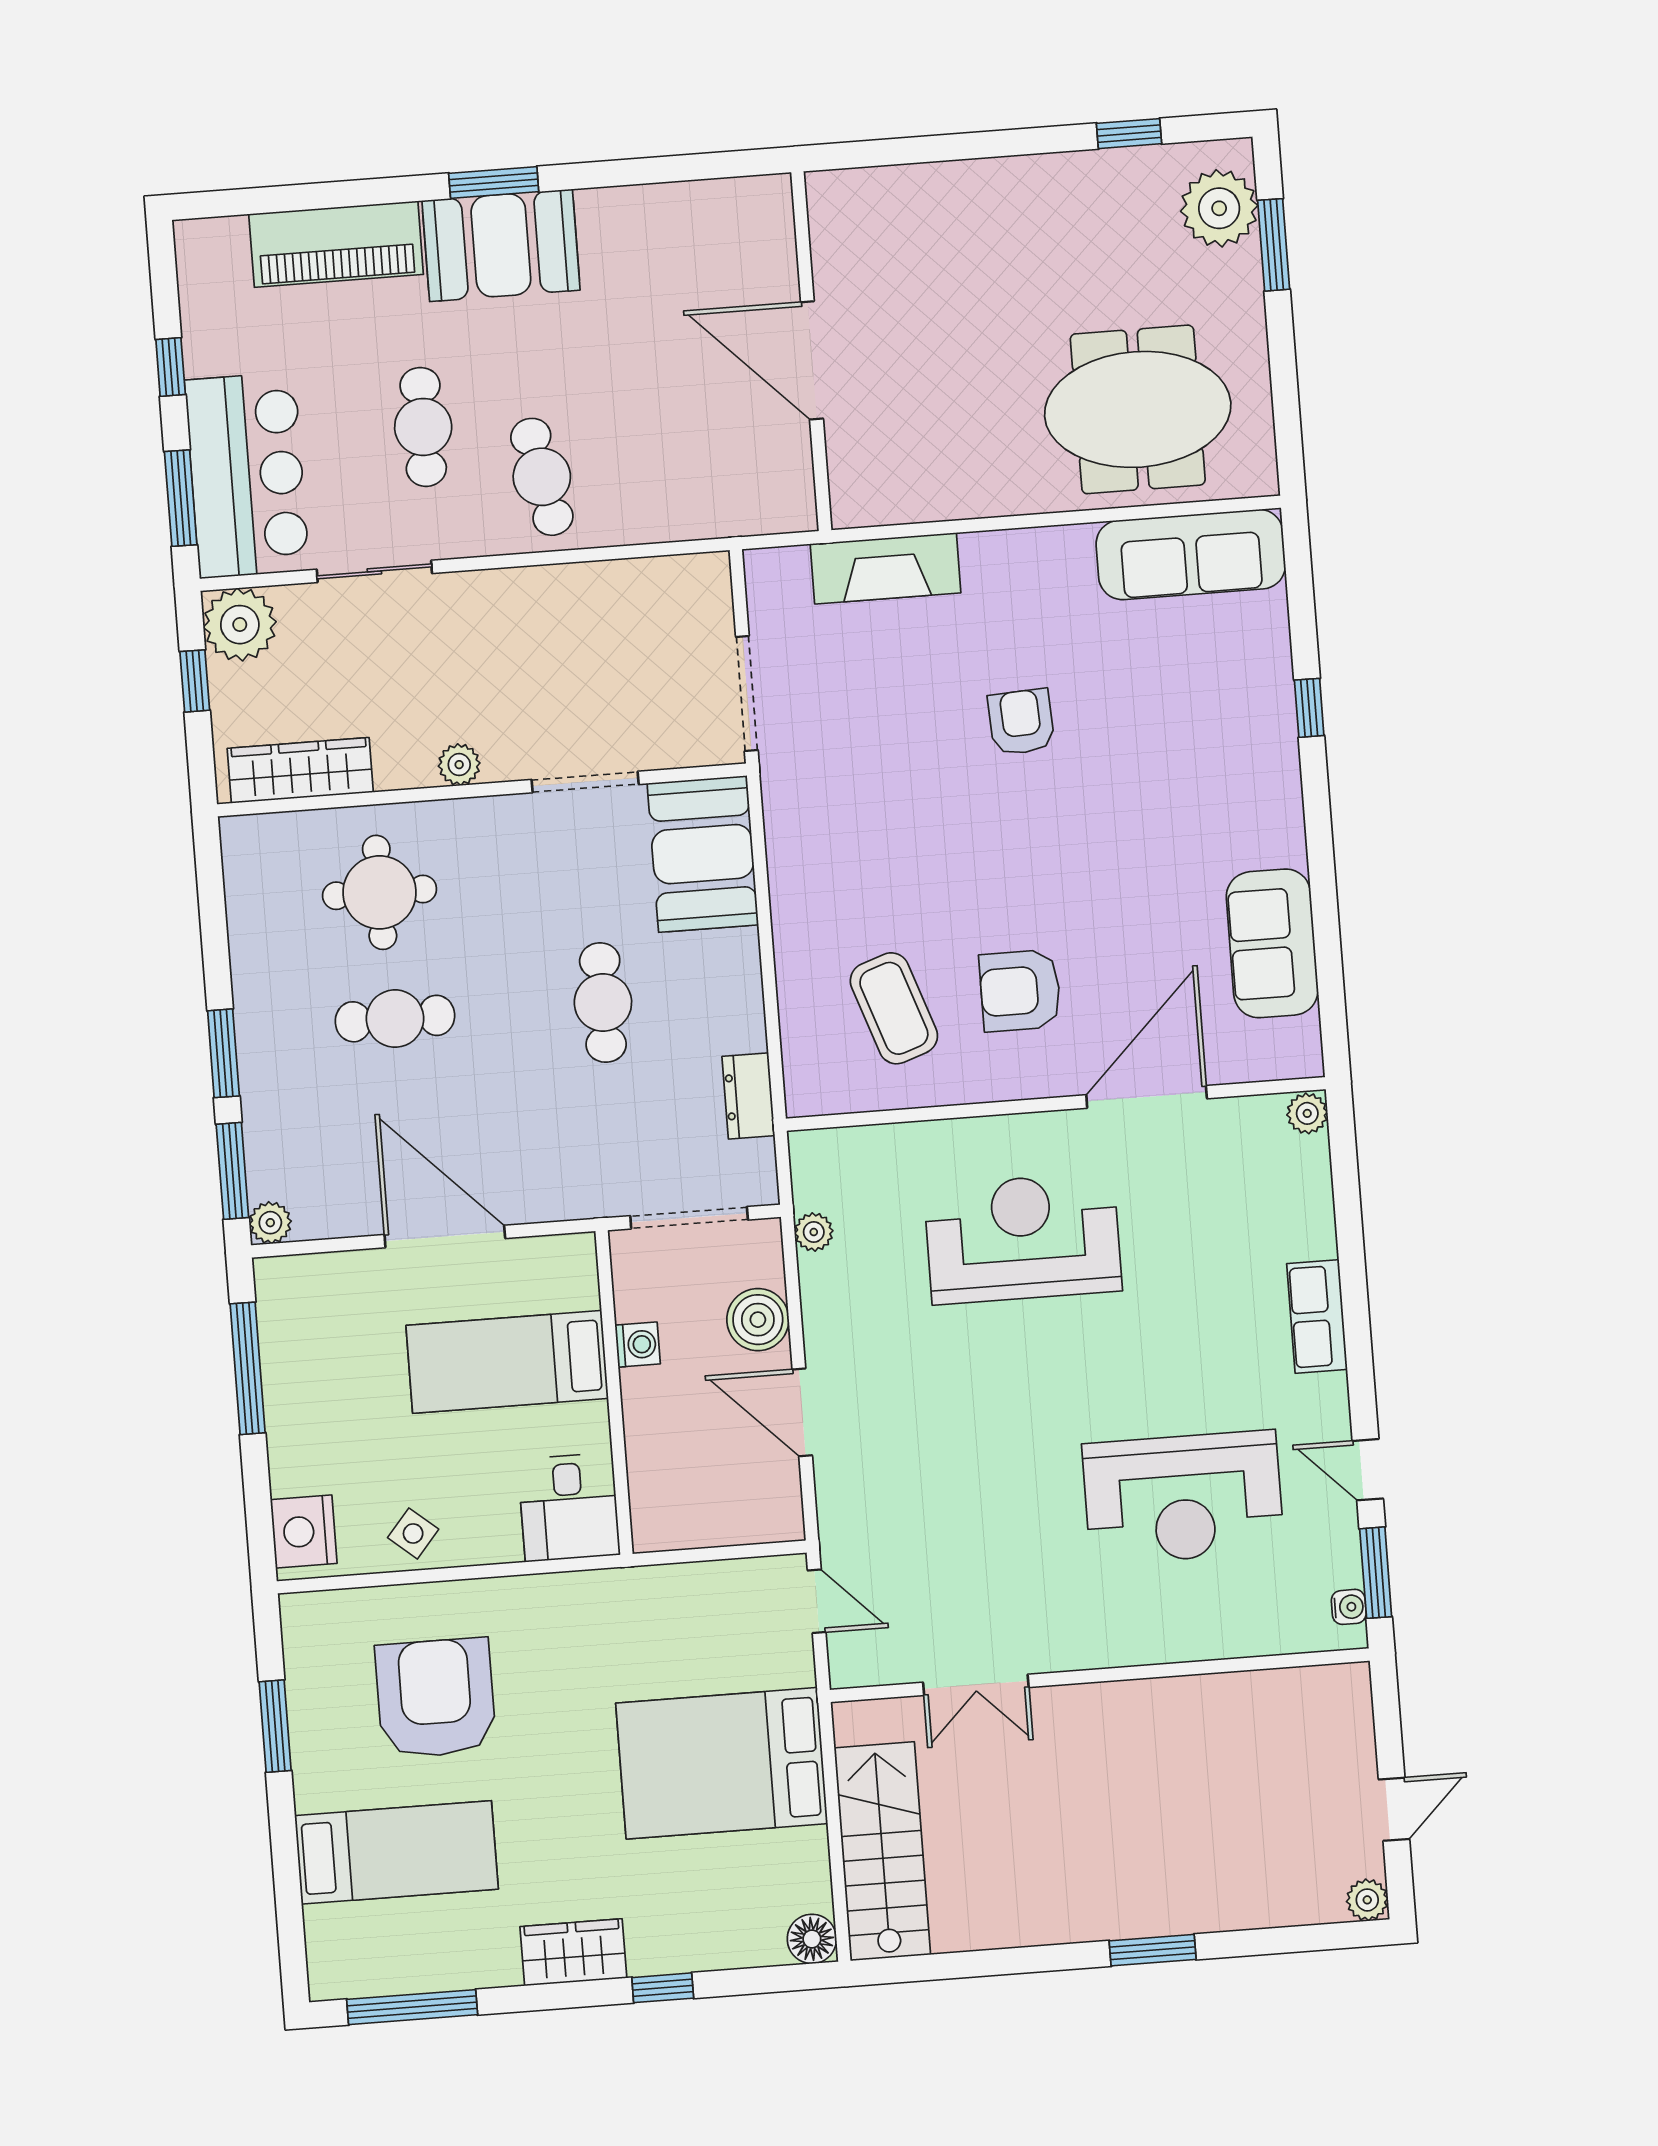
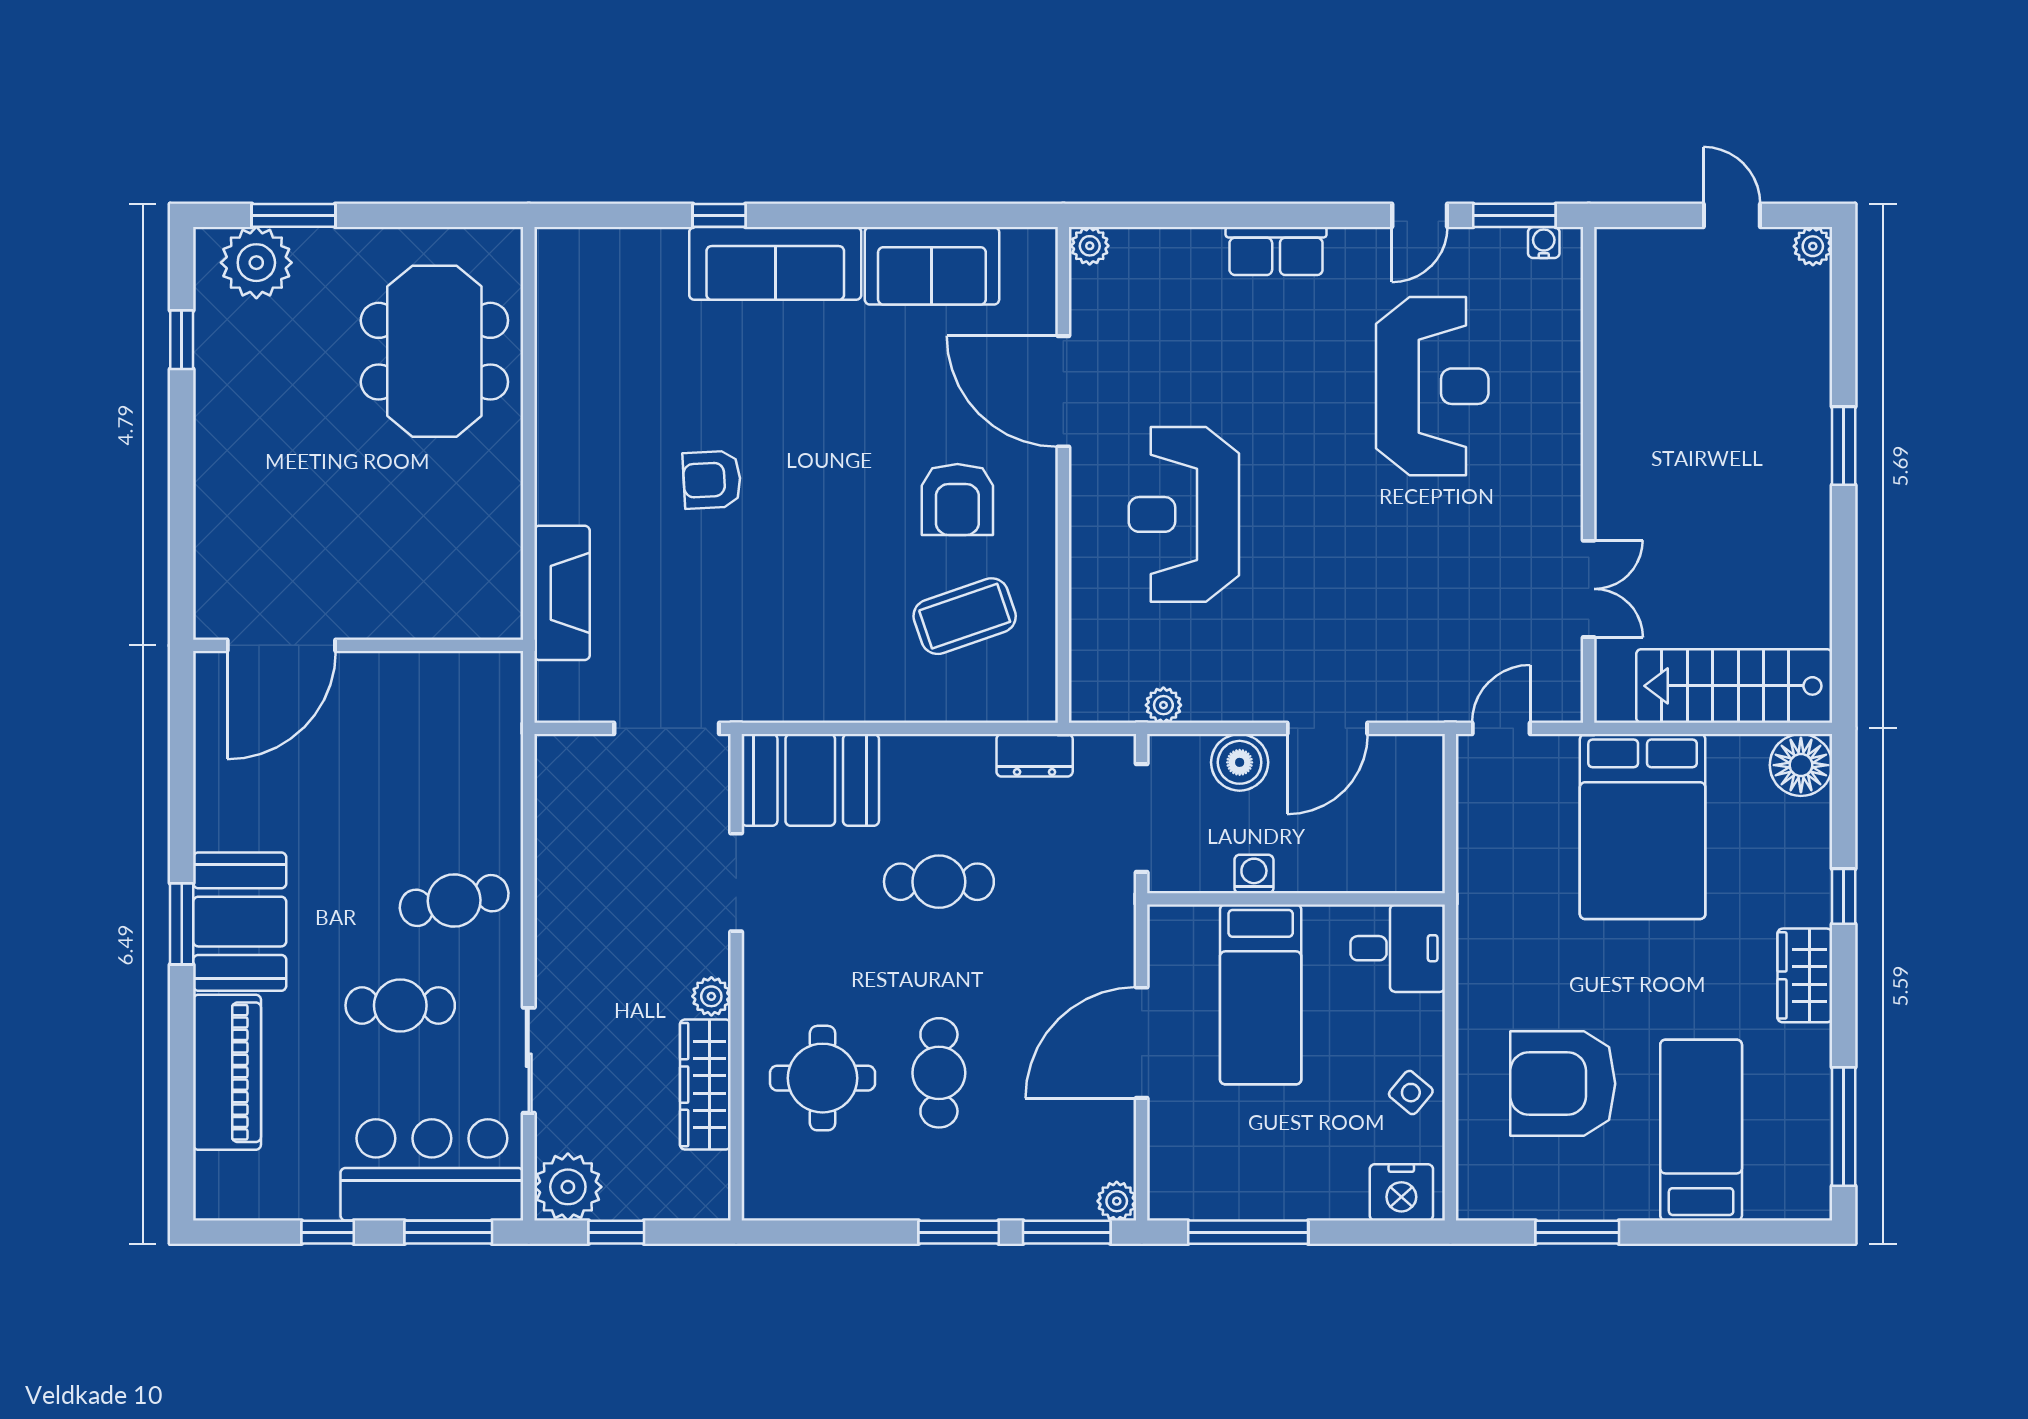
door: (812, 360) -> (281, 645), moved
sofa: (1191, 555) -> (775, 263), moved, turned 90
wardrobe: (300, 770) -> (705, 1085), moved
floor lamp: (812, 1939) -> (1801, 765), width x1.38, depth x1.38

